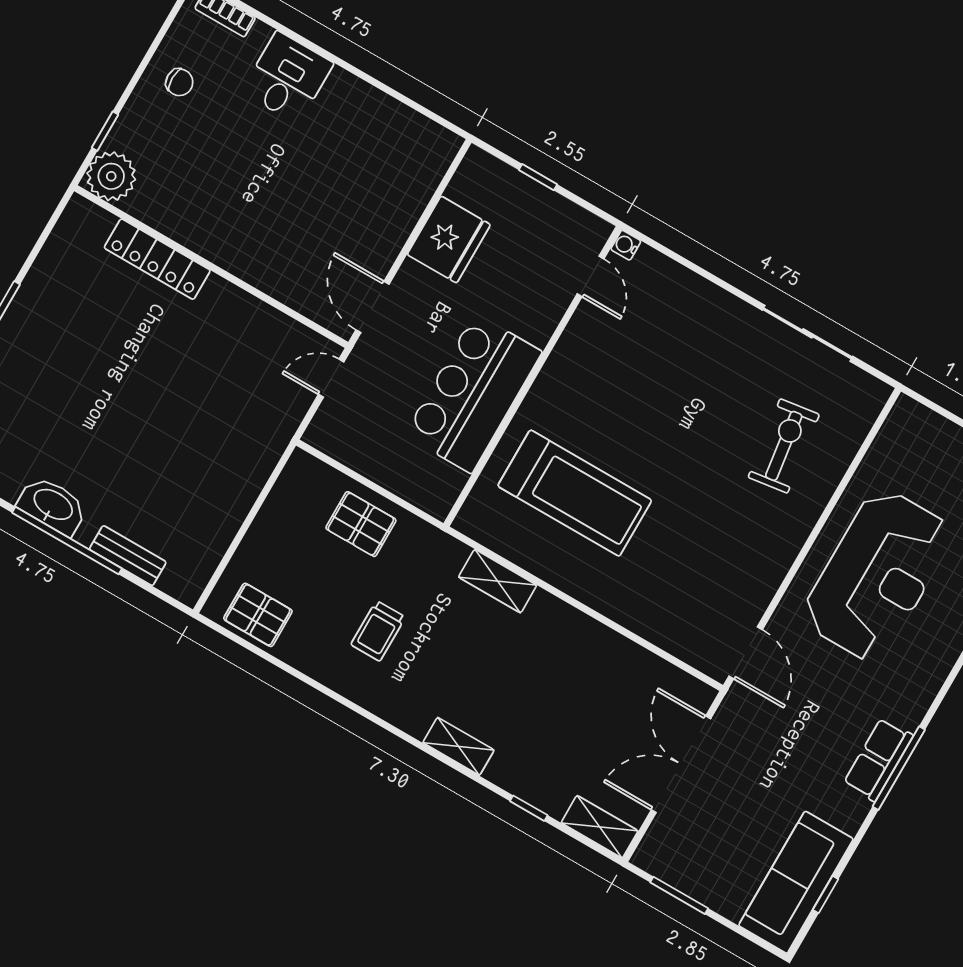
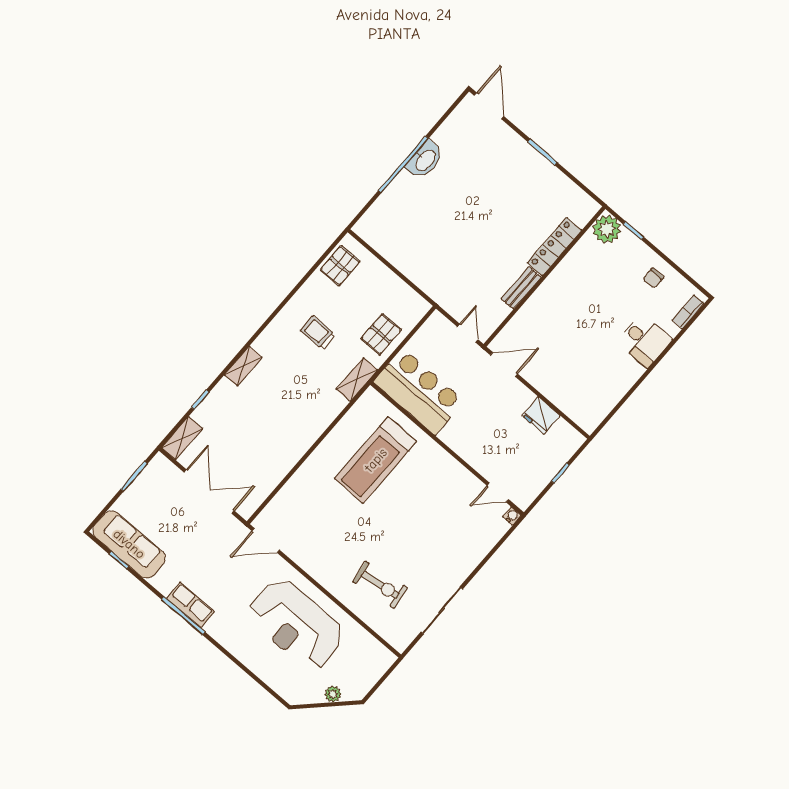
fridge: (449, 239) -> (541, 416), width x0.73, depth x0.75
bar counter: (473, 393) -> (419, 391), moved
bench: (128, 556) -> (521, 288), moved
shelving: (498, 581) -> (357, 380), moved

